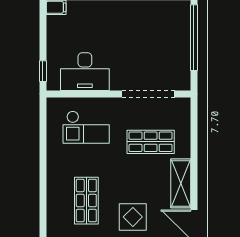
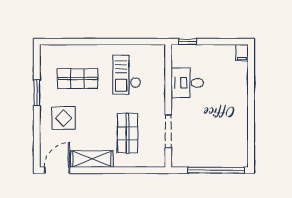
desk: (85, 72) -> (187, 83), width x0.73
doorway: (148, 94) -> (168, 131), width x0.73
checkout: (86, 127) -> (127, 75), moved

